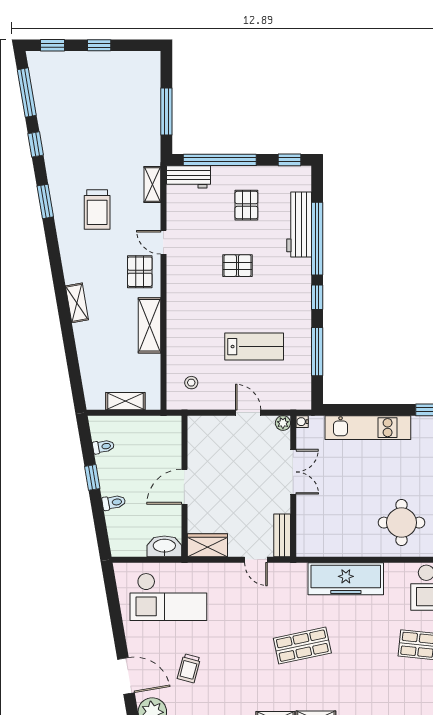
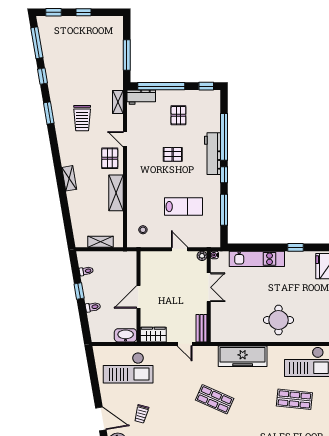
workbench: (299, 224) -> (212, 154), moved
shop shelf: (302, 646) -> (215, 399), turned 36

